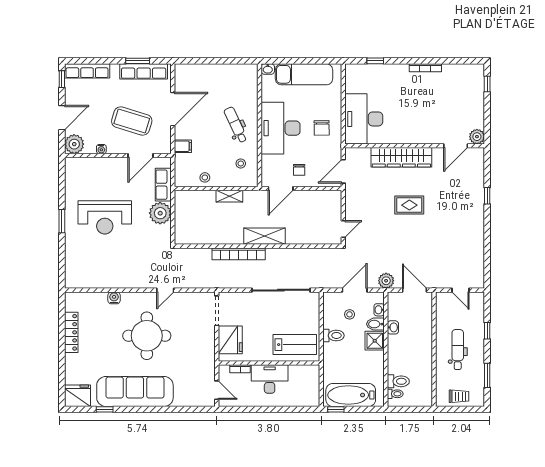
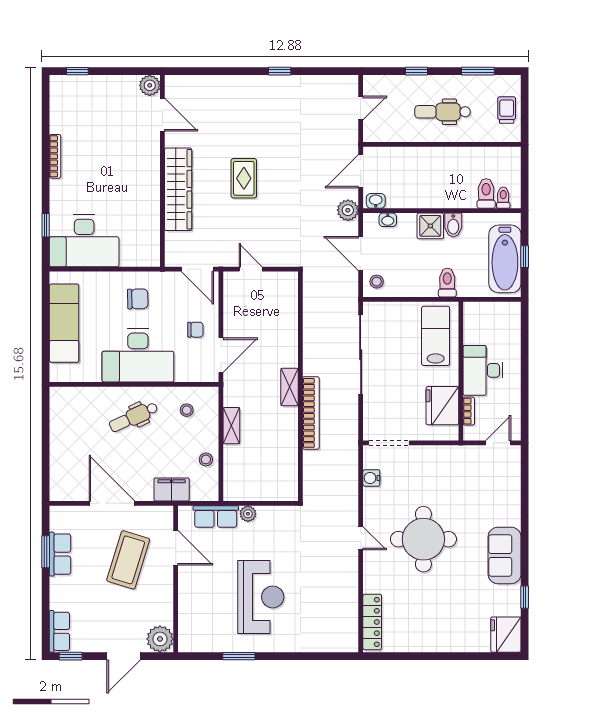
washbasin: (268, 69) -> (57, 373), removed
row of seats: (87, 71) -> (59, 631), width x0.68
row of seats: (144, 71) -> (60, 554), width x0.68
door: (62, 118) -> (124, 656), swing flipped
desk: (364, 119) -> (84, 241), moved
filing cabinet: (183, 146) -> (172, 489), width x2.00
water cooler: (101, 149) -> (167, 602), removed
door: (281, 188) -> (221, 355), hinge flipped
window: (487, 196) -> (280, 71), moved
plant: (160, 213) -> (248, 514), width x0.53, depth x0.53
window: (62, 221) -> (239, 656), moved
door: (343, 229) -> (251, 269), moved
shelving: (264, 236) -> (289, 387), width x0.67, depth x0.75
door: (165, 290) -> (361, 538), moved
water cooler: (114, 298) -> (371, 478), moved
stool: (350, 314) -> (377, 282), moved
bidet: (375, 324) -> (453, 225), moved
washbasin: (393, 327) -> (376, 201), moved
locker: (71, 332) -> (372, 622), moved, turned 90
toilet: (333, 335) -> (447, 283), moved
fridge: (230, 340) -> (442, 406), moved, turned -90
sofa: (135, 391) -> (505, 555), width x0.54, depth x0.79
window: (336, 409) -> (525, 257), moved

